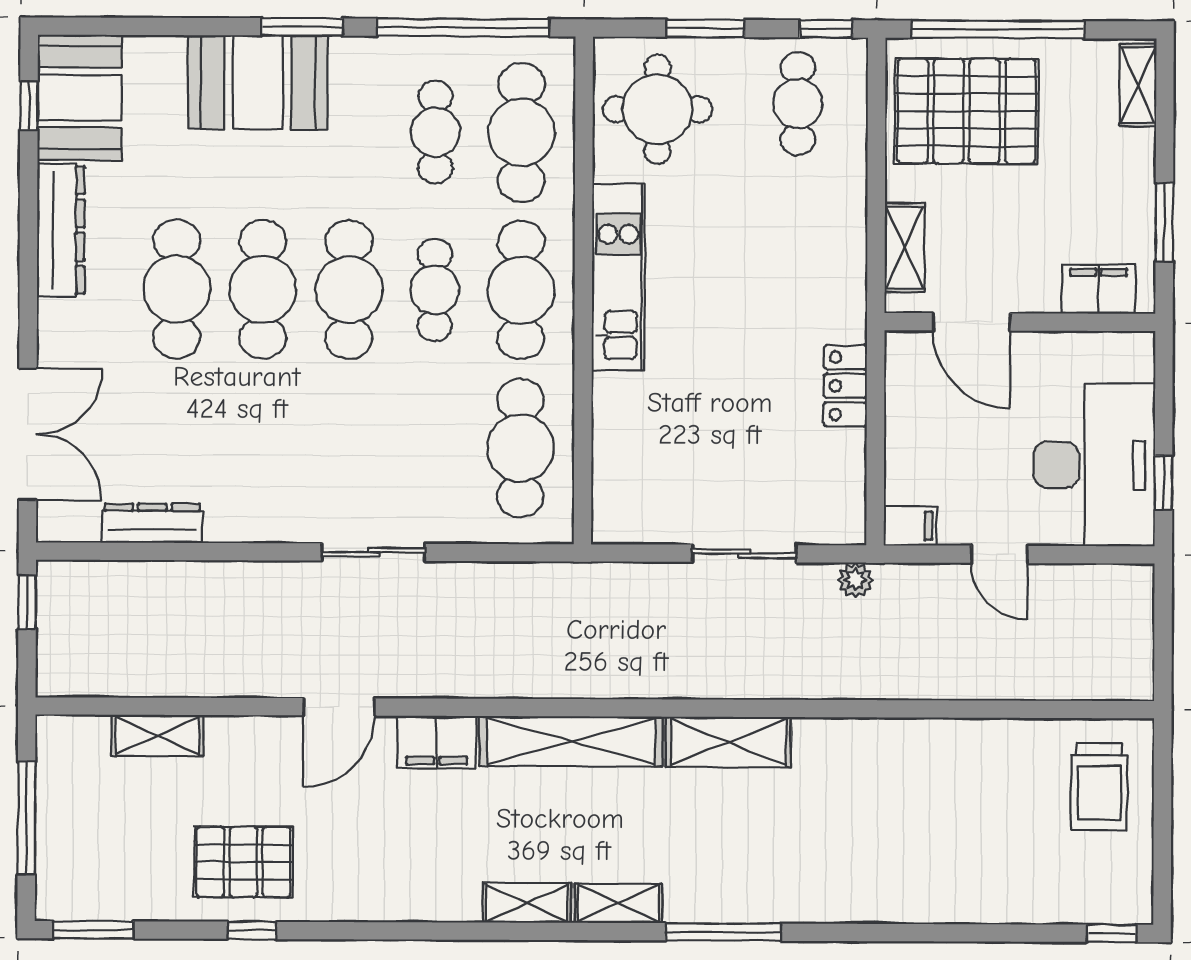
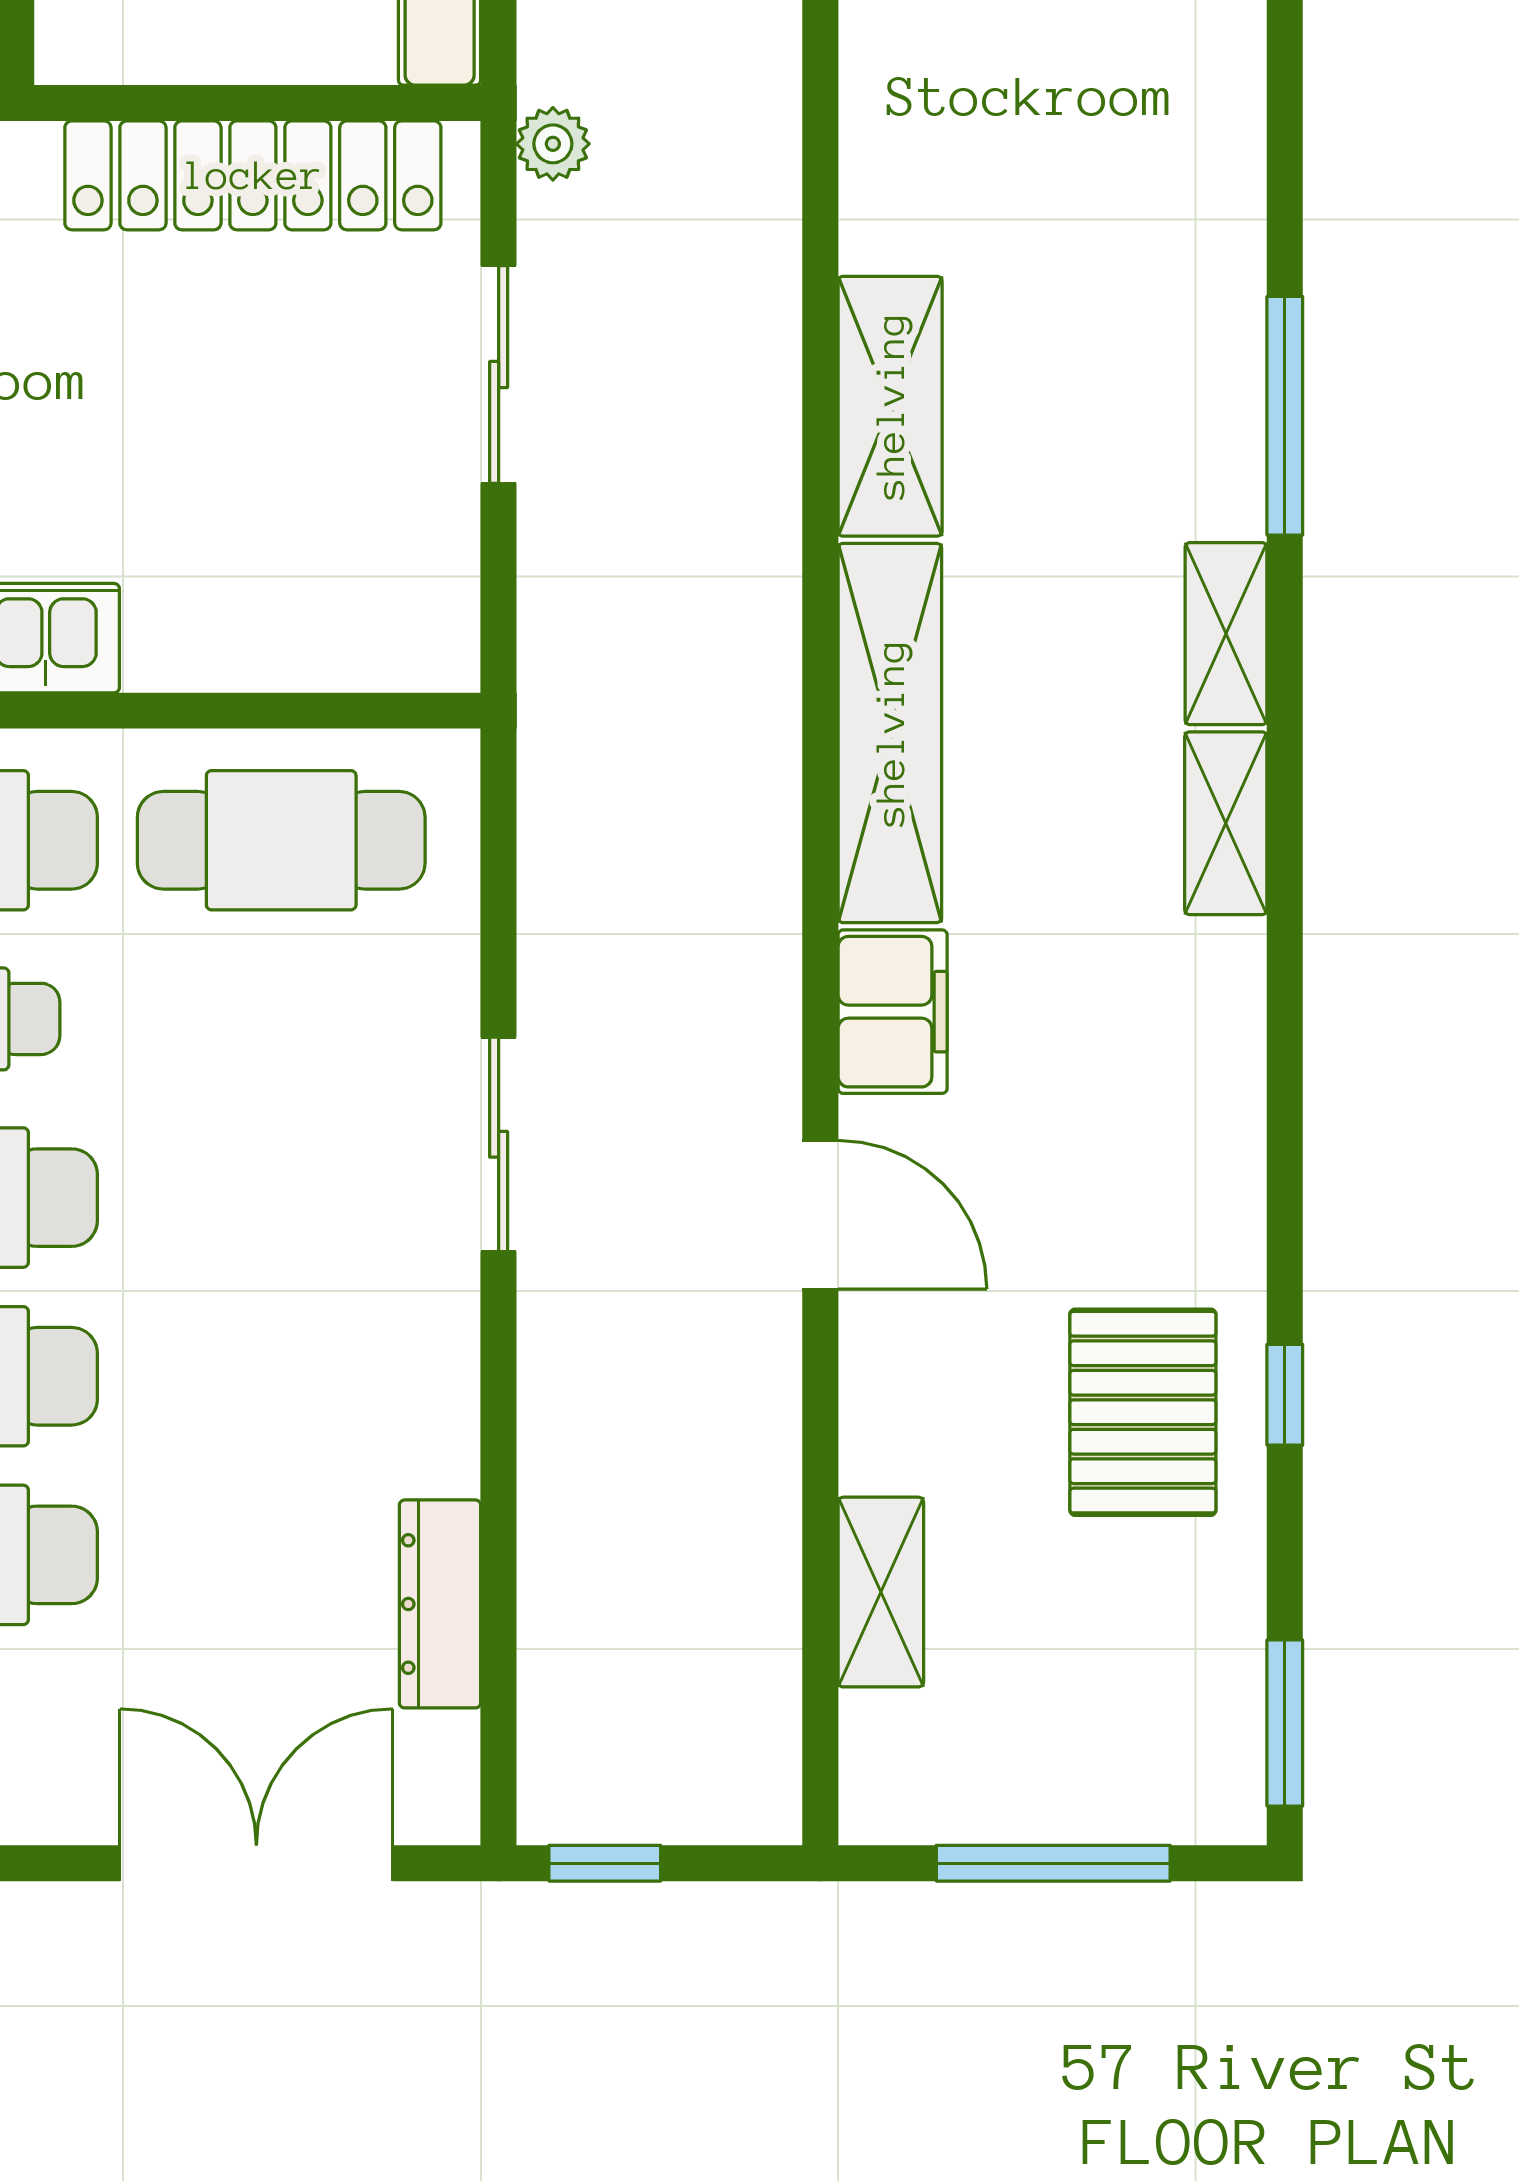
locker: (845, 386) -> (253, 175), width x2.16, depth x1.21

